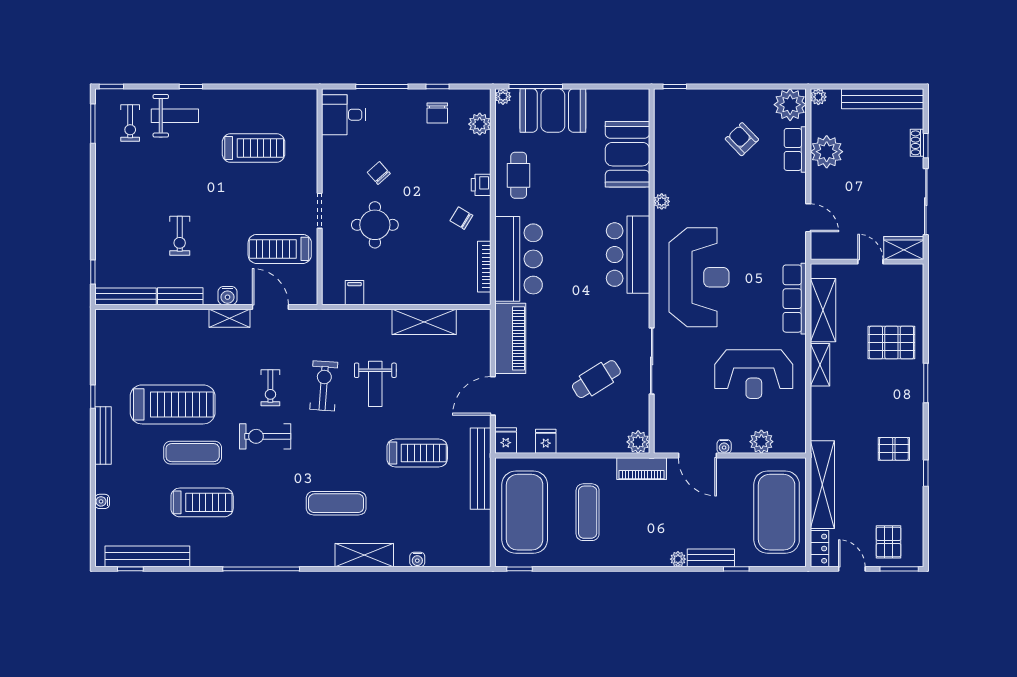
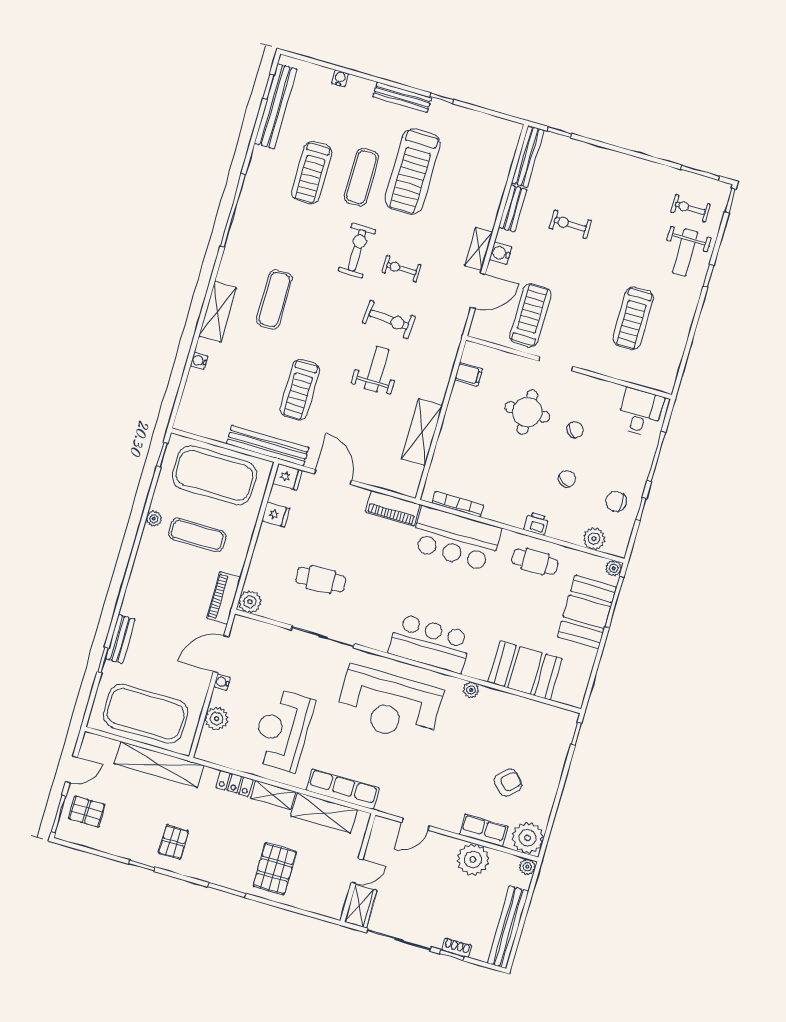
chair: (461, 218) -> (567, 479), moved
piano: (510, 338) -> (393, 508), width x0.73, depth x0.75
cafe table: (596, 379) -> (321, 580), turned -62
weight bench: (375, 384) -> (377, 369), turned 90
locker: (820, 549) -> (234, 783), moved
plant: (678, 559) -> (154, 519), moved

